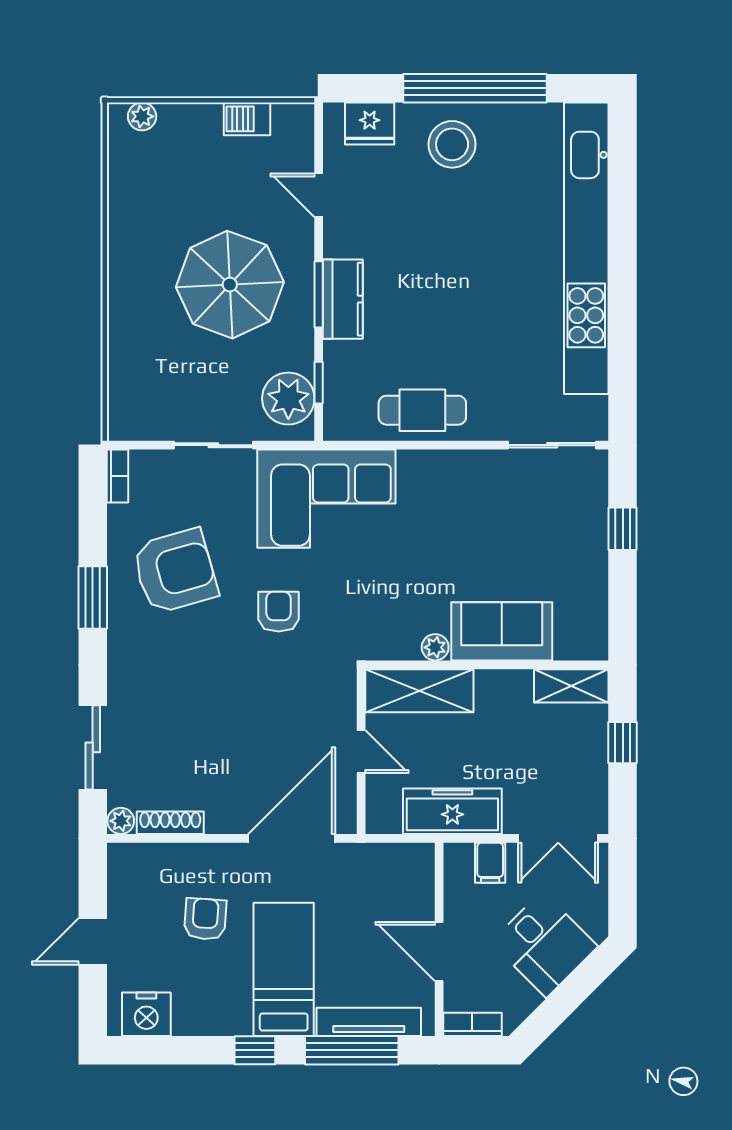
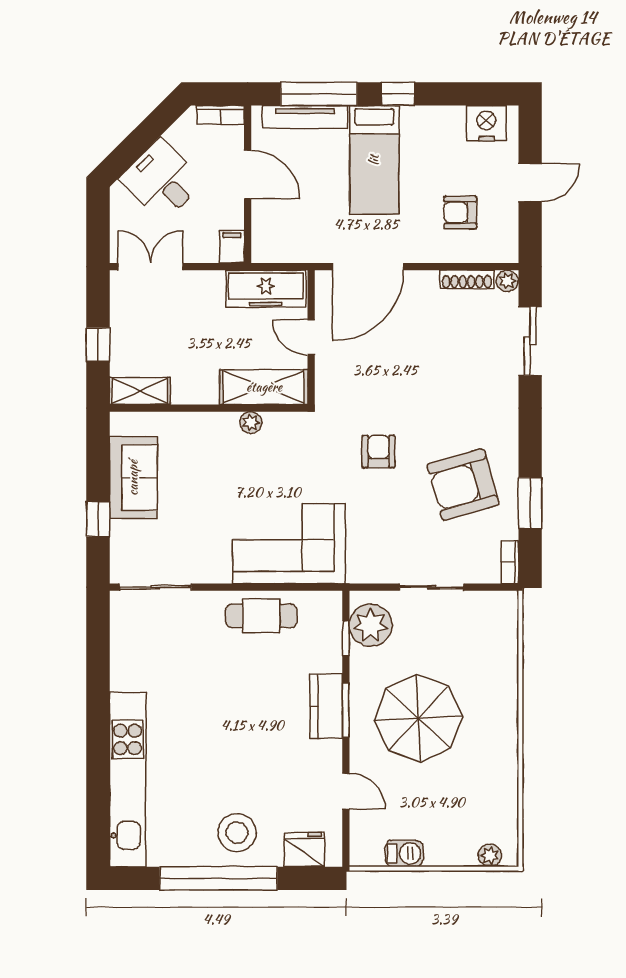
kitchen unit: (586, 248) -> (128, 780), width x0.73
corner sofa: (326, 499) -> (289, 544), moved
window: (93, 597) -> (530, 503), moved
armchair: (279, 612) -> (379, 452), turned 180
sofa: (502, 631) -> (133, 478), moved, turned -90
freezer: (452, 811) -> (266, 289), moved
filing cabinet: (490, 863) -> (232, 247), moved
armchair: (205, 919) -> (460, 213), moved, turned 86

